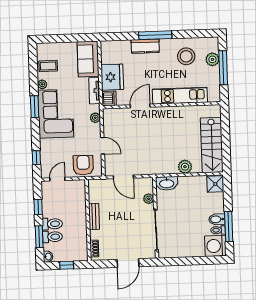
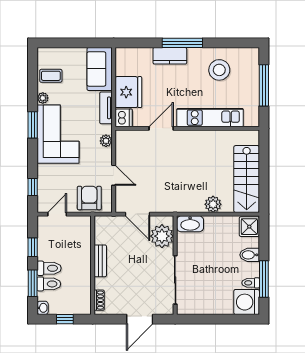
plant: (212, 59) -> (251, 75), removed
plant: (149, 199) -> (162, 236), width x1.88, depth x1.88
bidet: (217, 219) -> (250, 255), moved

